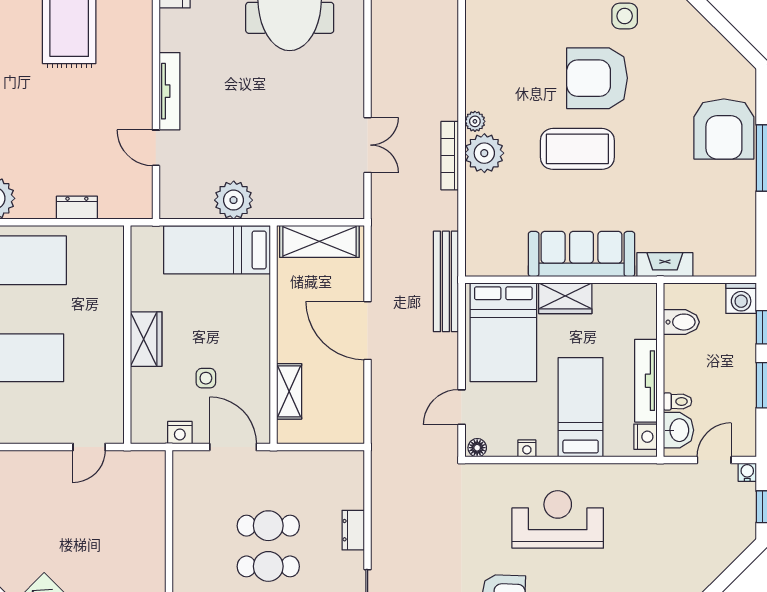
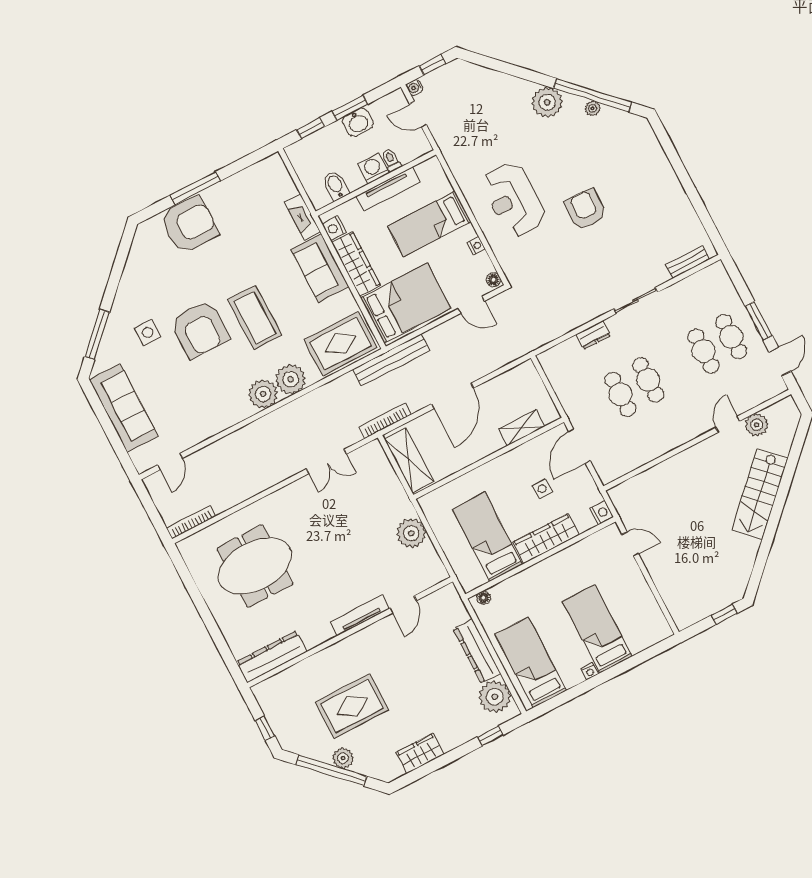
plant: (475, 121) -> (263, 394), width x1.88, depth x1.88
double door: (368, 145) -> (326, 462), swing flipped
bookcase: (450, 156) -> (385, 421), moved, turned 180
dresser: (77, 208) -> (477, 651), width x1.96, depth x1.24
rug: (496, 232) -> (340, 344), added
floor lamp: (115, 245) -> (484, 598), added
bed: (217, 250) -> (487, 537), moved, turned 180
sofa: (581, 254) -> (320, 268), width x0.73
wardrobe: (565, 298) -> (356, 264), width x1.50
washing machine: (741, 298) -> (373, 168), moved, turned -90
wardrobe: (146, 339) -> (546, 539), width x1.50
washbasin: (678, 430) -> (358, 122), moved, turned 180
nightstand: (180, 433) -> (602, 513), moved
nightstand: (645, 437) -> (334, 228), moved, turned -90

